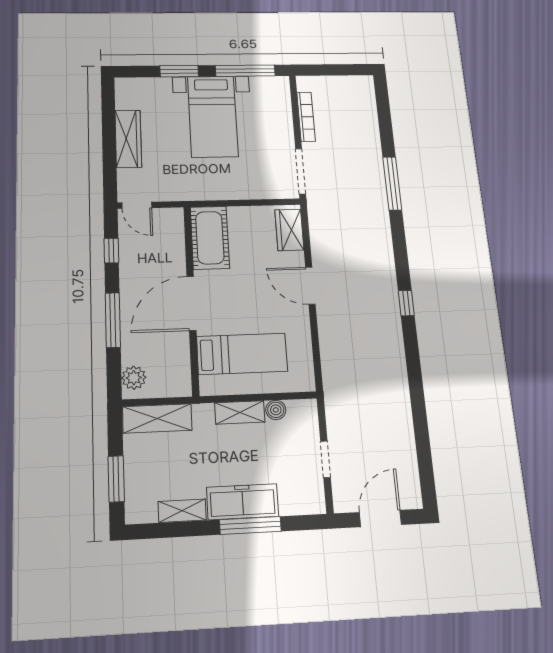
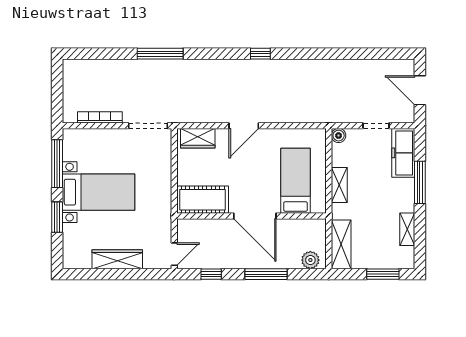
boiler: (276, 410) -> (339, 136), moved
freezer: (243, 502) -> (403, 153), moved

